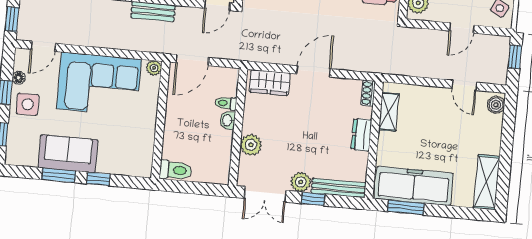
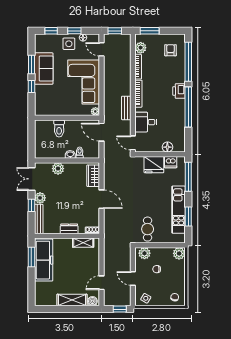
toilet: (175, 170) -> (59, 128), moved
shelving: (487, 182) -> (72, 300), moved

